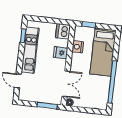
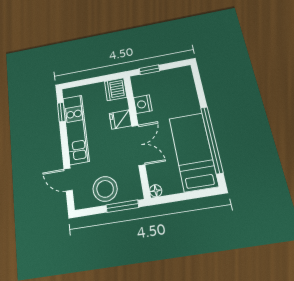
bed: (103, 52) -> (193, 152), moved, turned 180
double door: (66, 84) -> (138, 145), moved
stool: (40, 93) -> (105, 189), added

